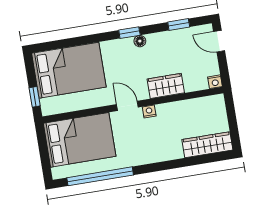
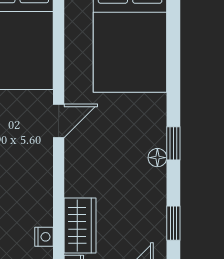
wardrobe: (166, 86) -> (80, 226), moved
nightstand: (149, 111) -> (44, 237), moved

